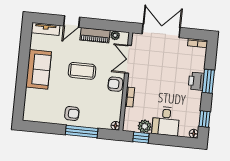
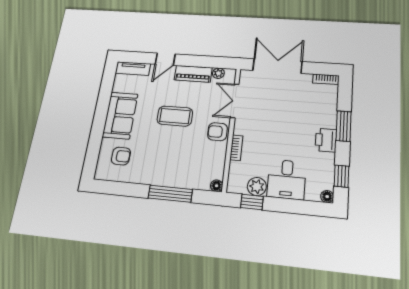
printer: (196, 81) -> (326, 140), moved
armchair: (72, 114) -> (121, 156), moved

